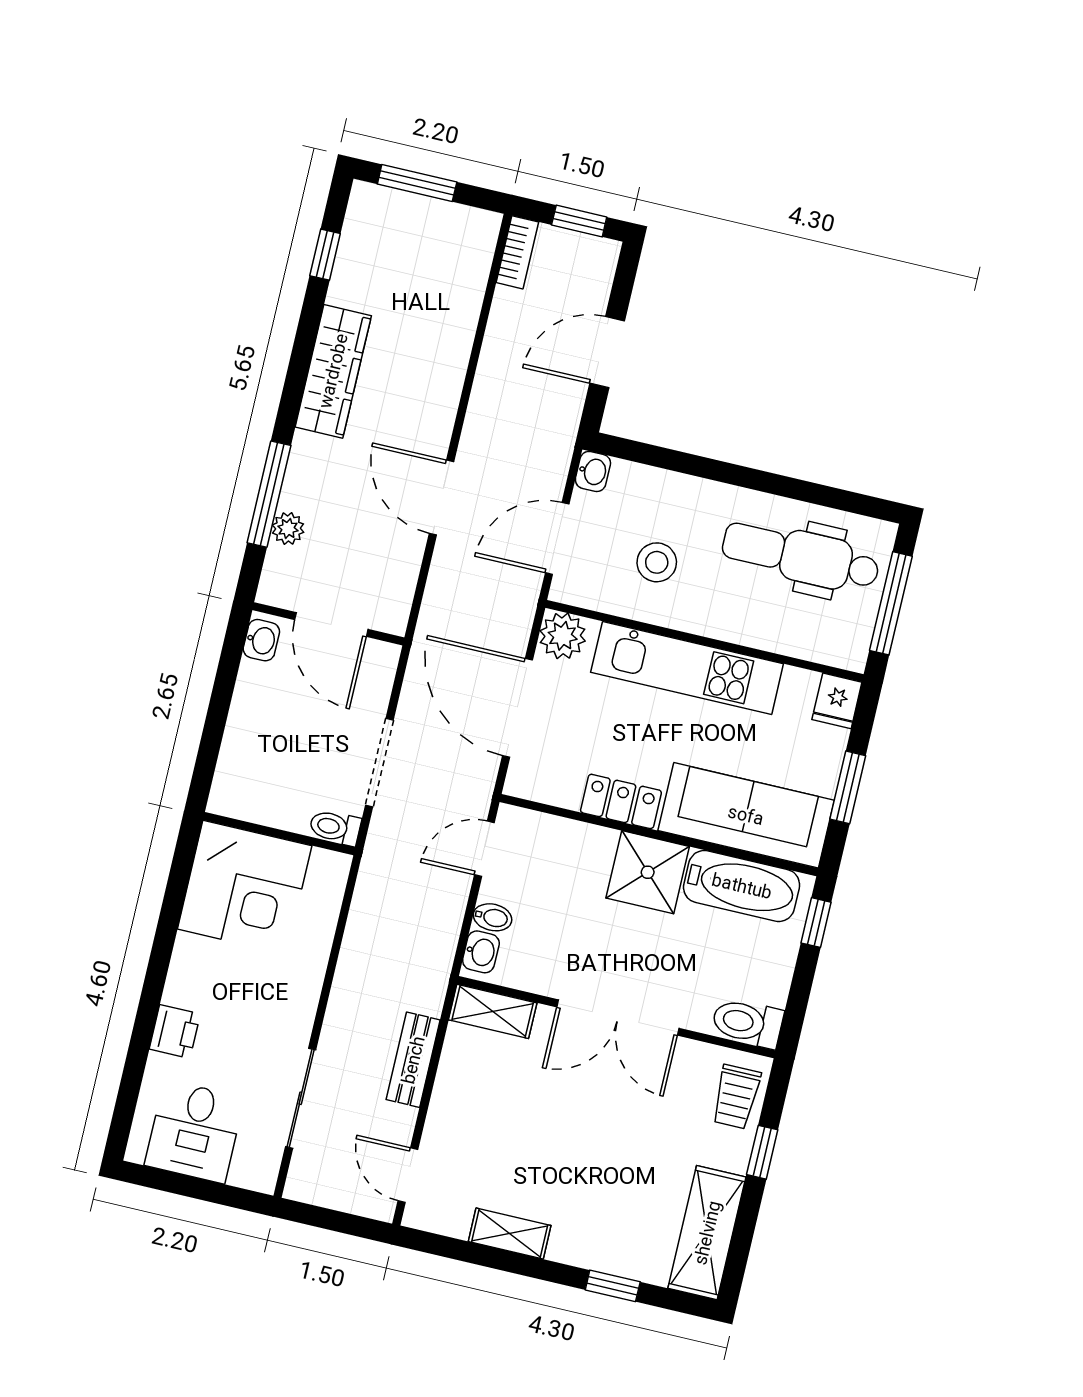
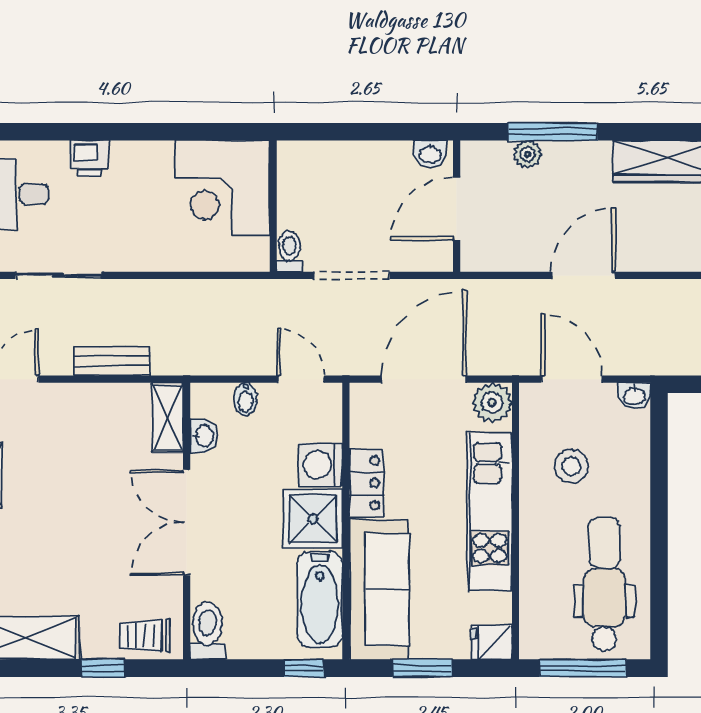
washing machine: (588, 849) -> (321, 465), added
washbasin: (481, 952) -> (204, 436), moved, turned -90

